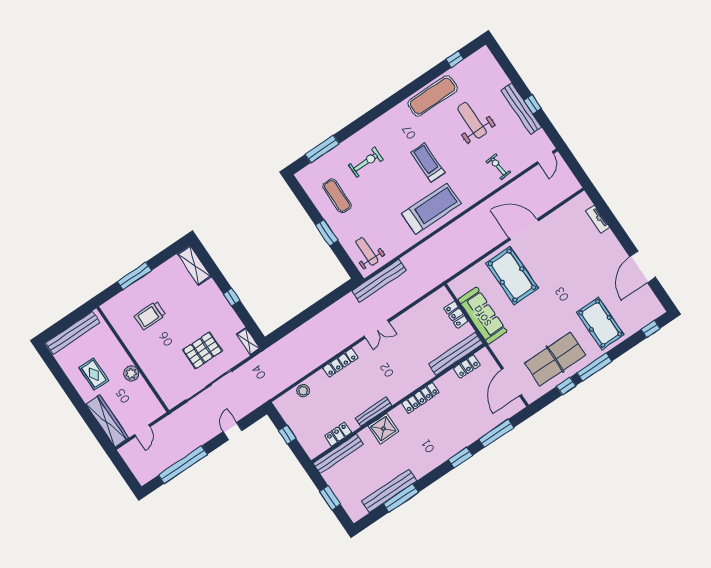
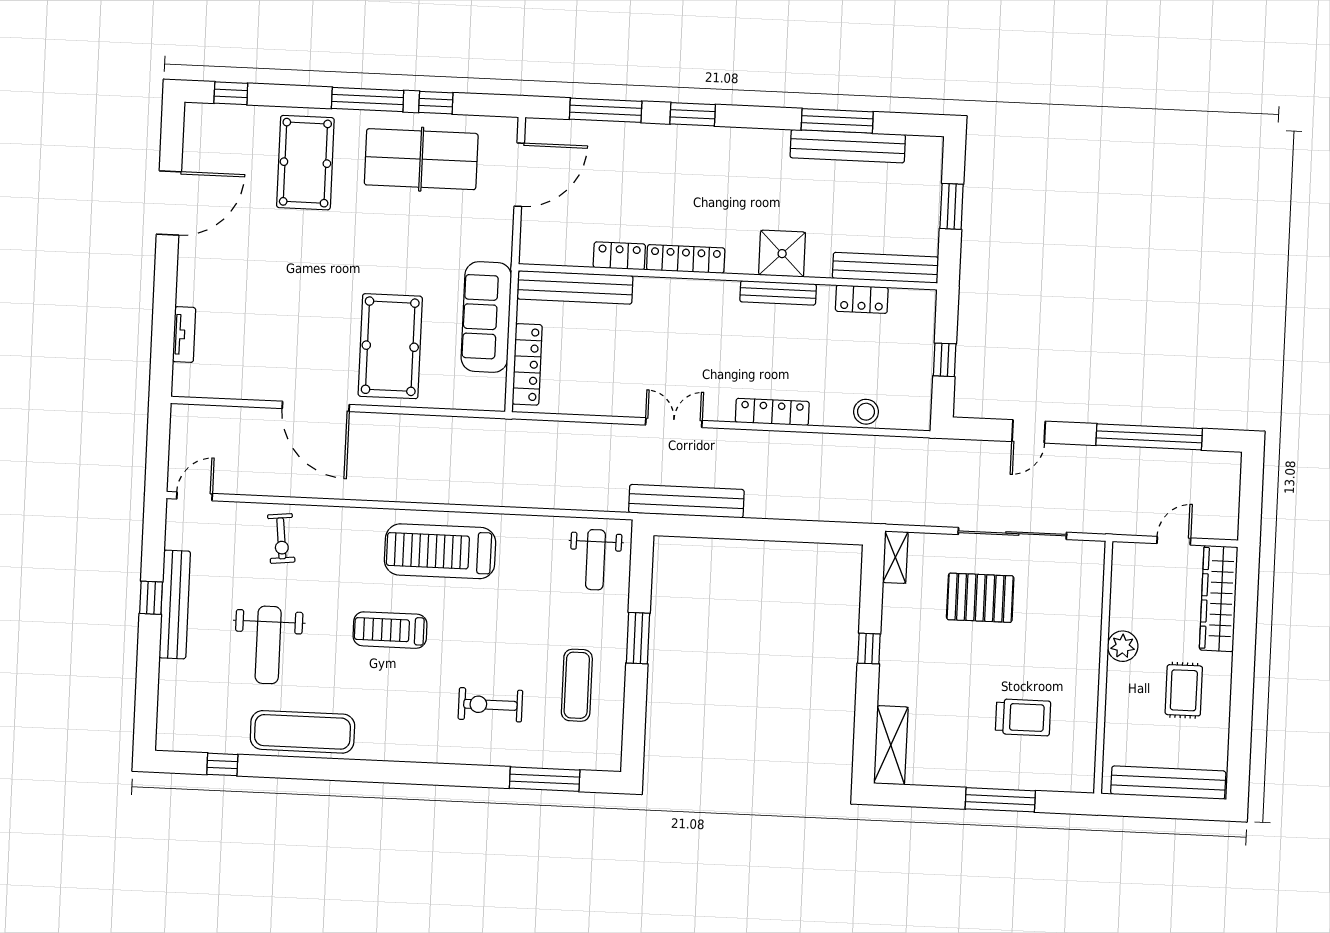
treadmill: (428, 162) -> (390, 630), turned 90
bench: (379, 281) -> (686, 501), moved
locker: (456, 315) -> (527, 364), width x1.53
locker: (467, 366) -> (619, 256), moved

